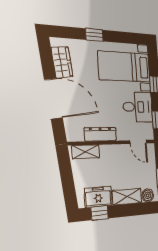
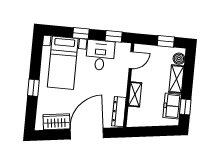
dresser: (100, 134) -> (119, 112), moved
shelving: (86, 152) -> (135, 94), moved

